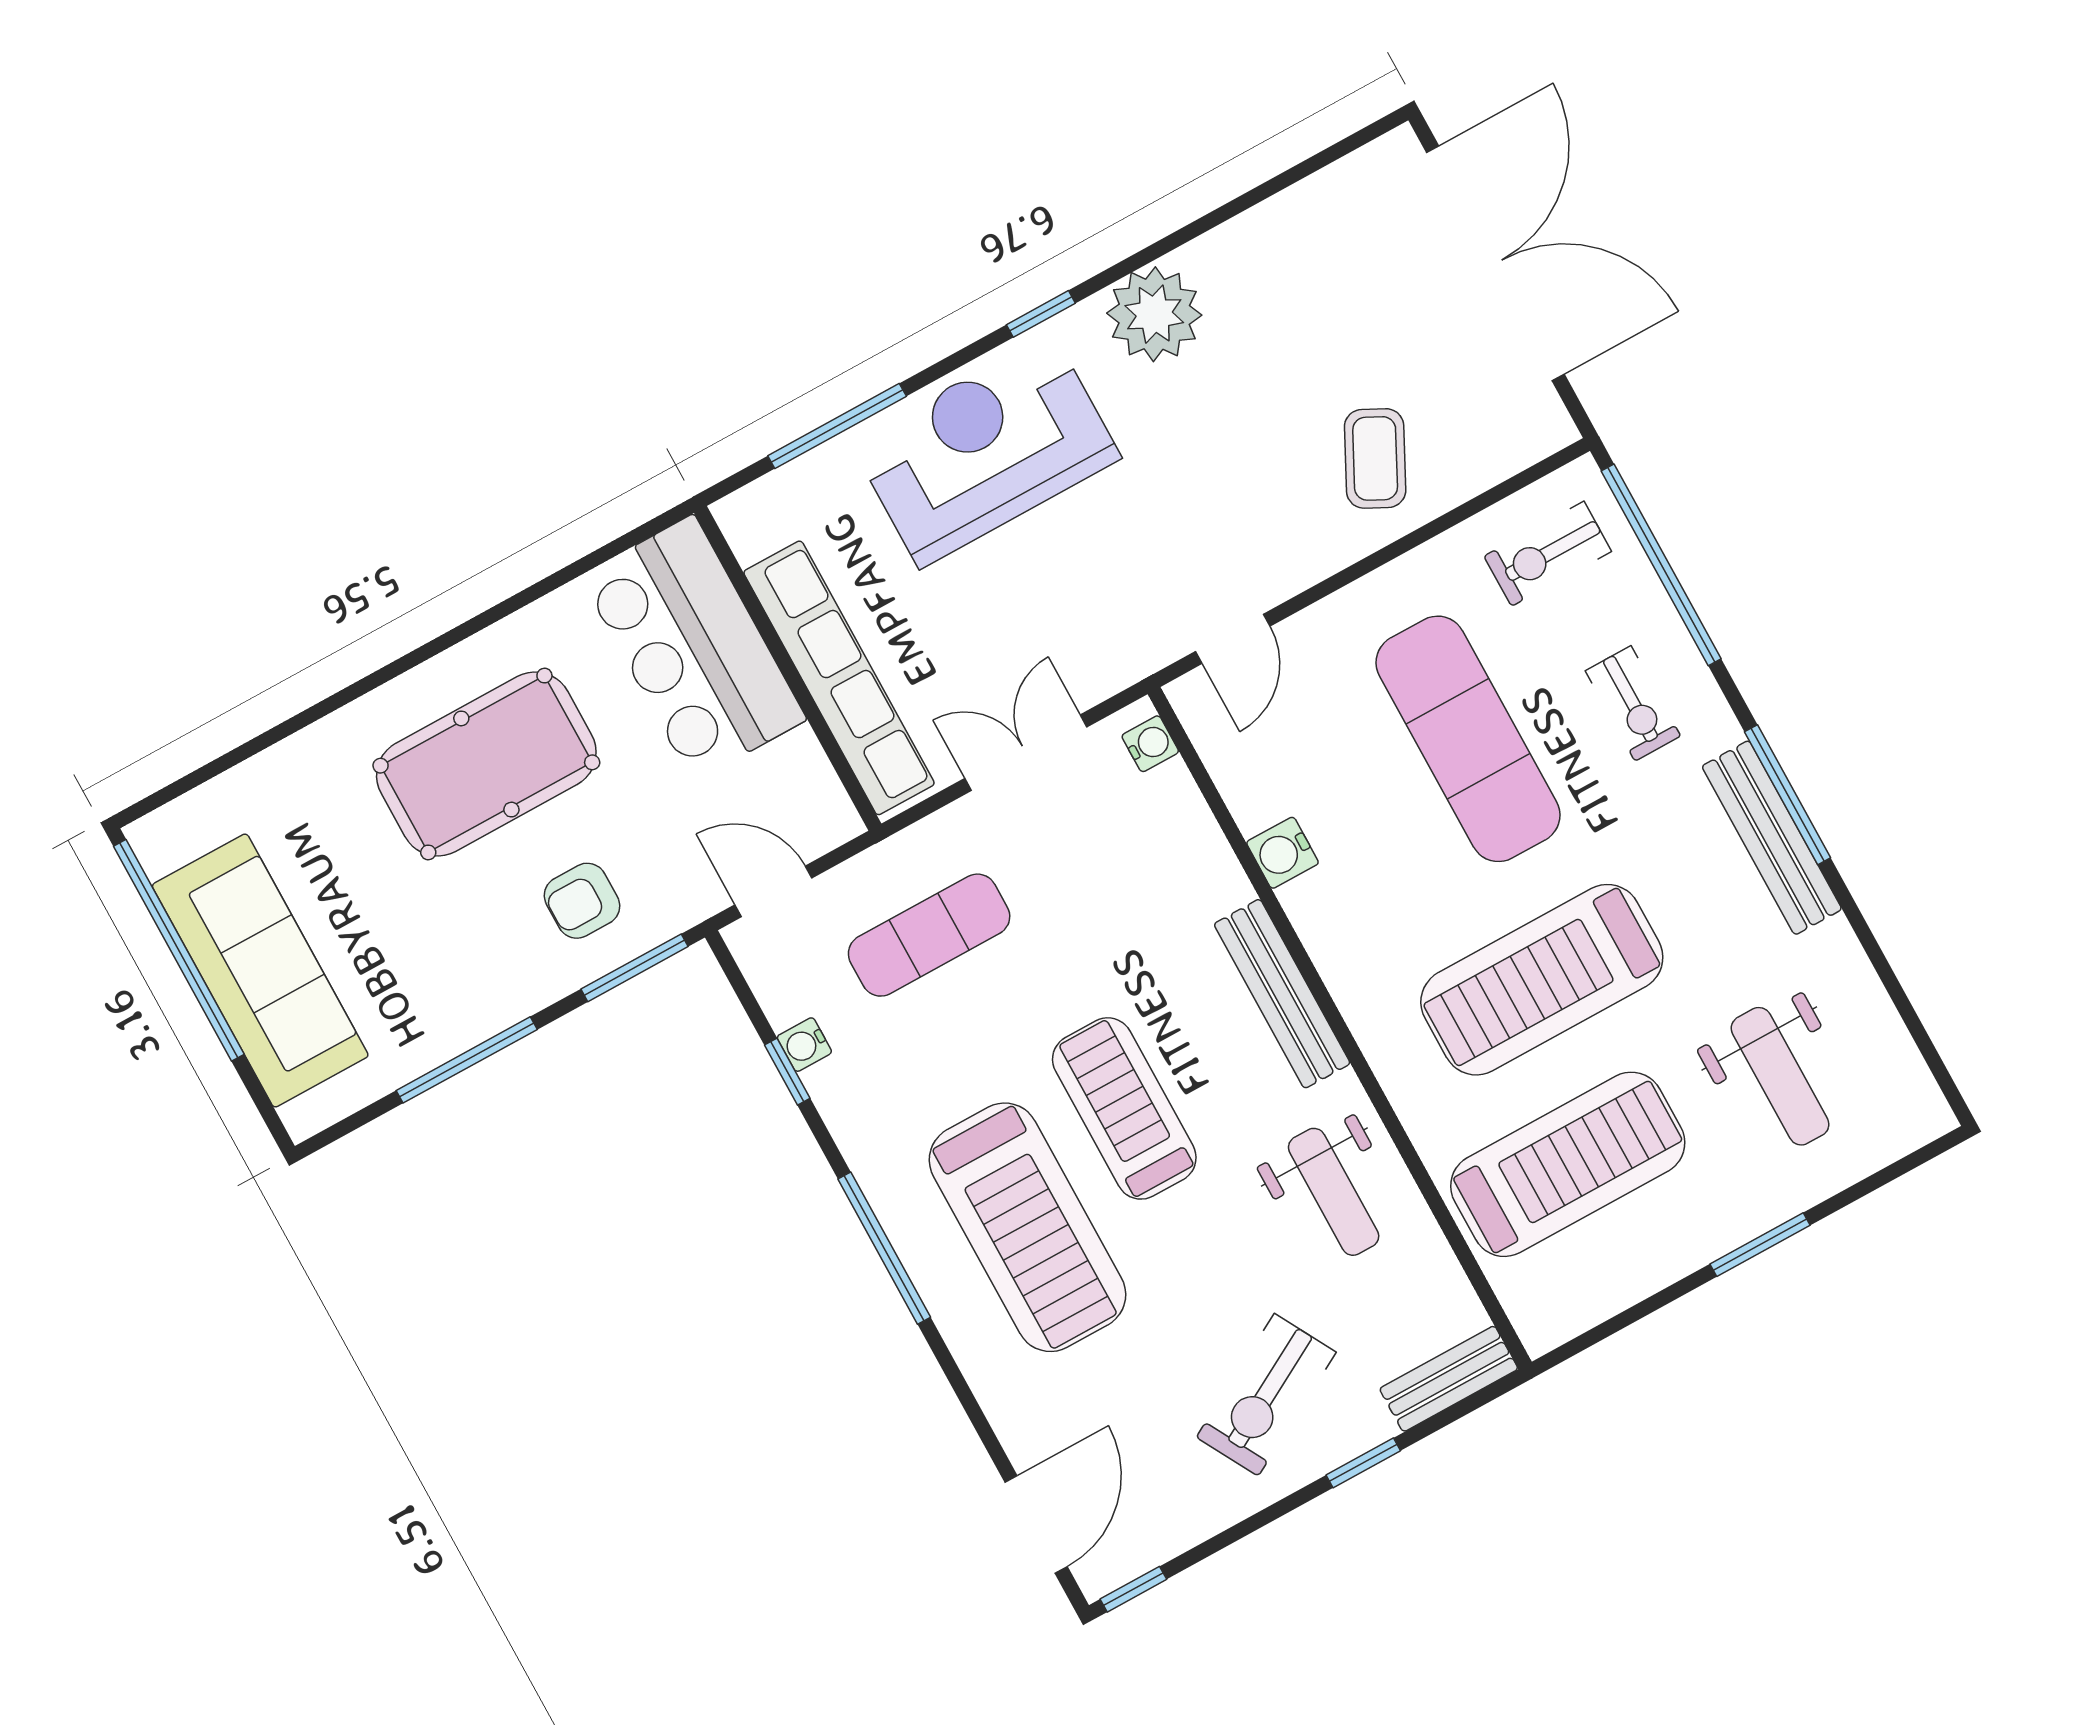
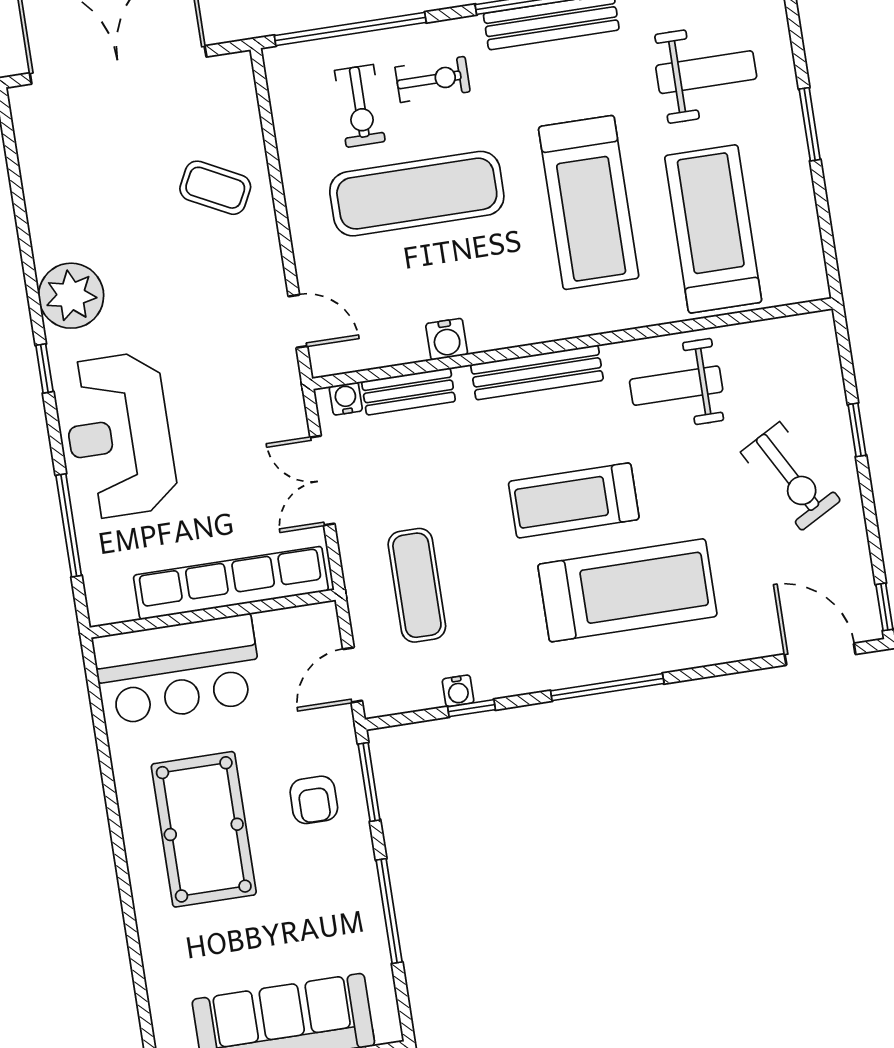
exercise bike: (1548, 554) -> (360, 106), moved
weight bench: (1334, 1192) -> (676, 386), turned 180
bench: (1449, 1379) -> (408, 391), moved, turned 90

